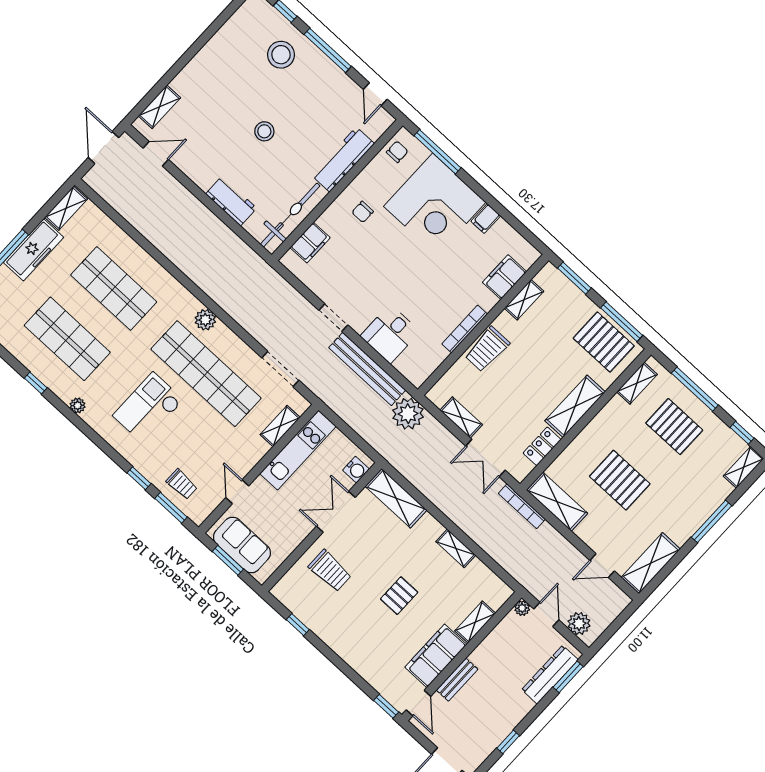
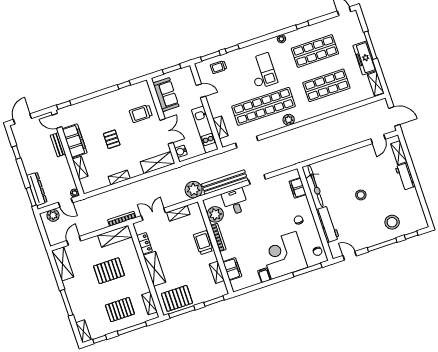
workbench: (231, 201) -> (405, 176), moved, turned 90
plant: (429, 355) -> (215, 214), added
sofa: (242, 545) -> (166, 95), moved, turned -90

